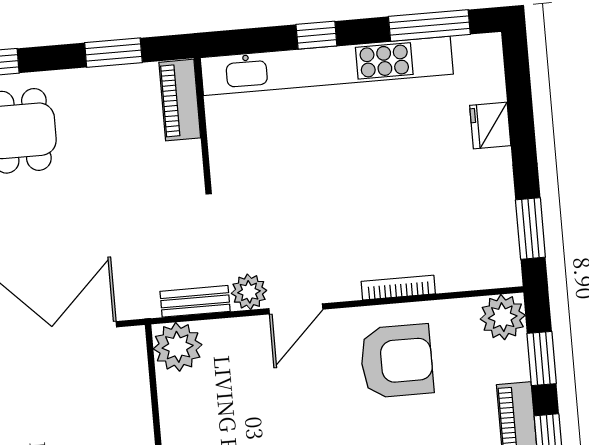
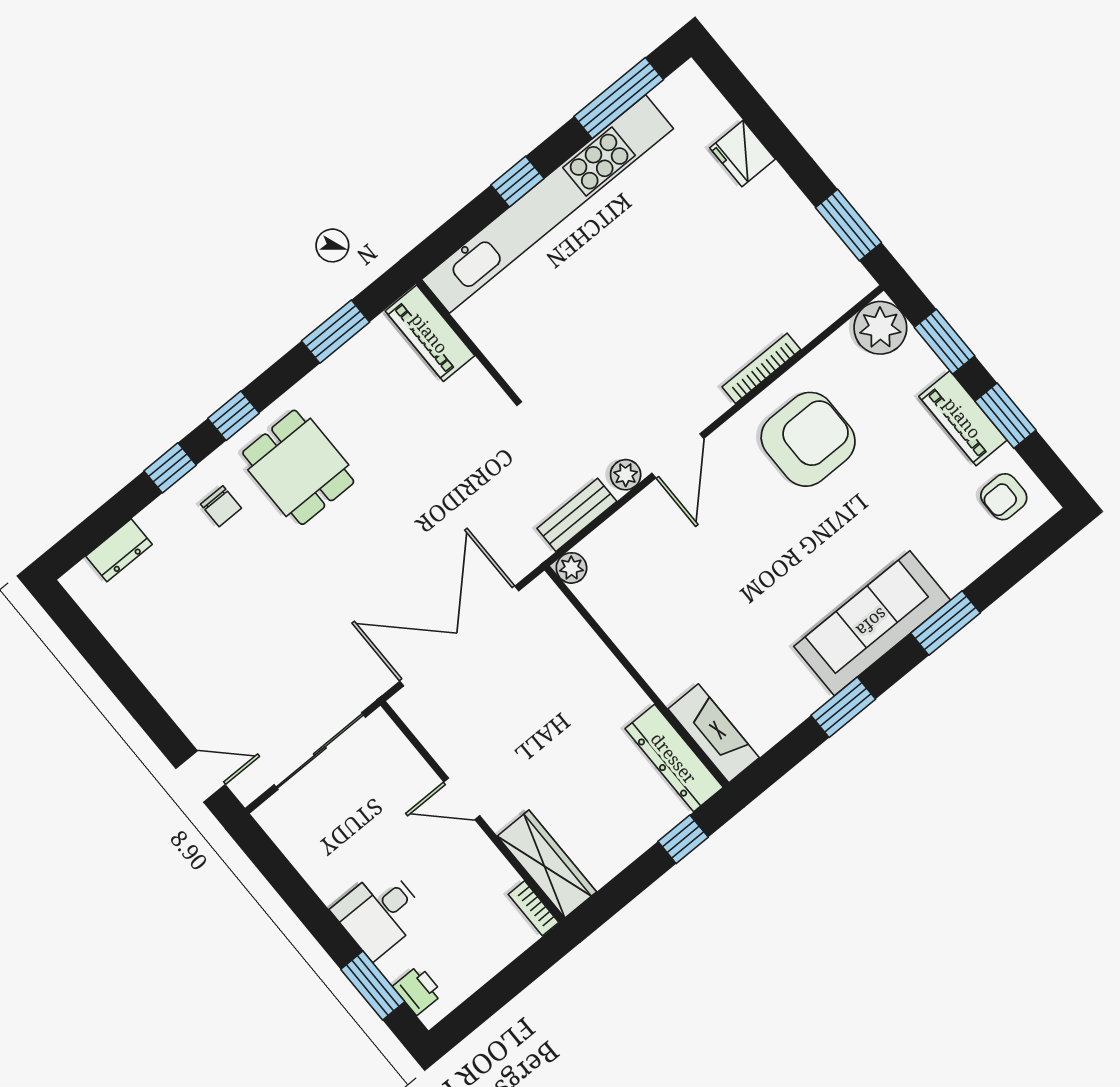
plant: (249, 292) -> (626, 475), width x0.73, depth x0.73
plant: (178, 347) -> (571, 568), width x0.53, depth x0.53

